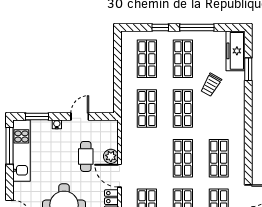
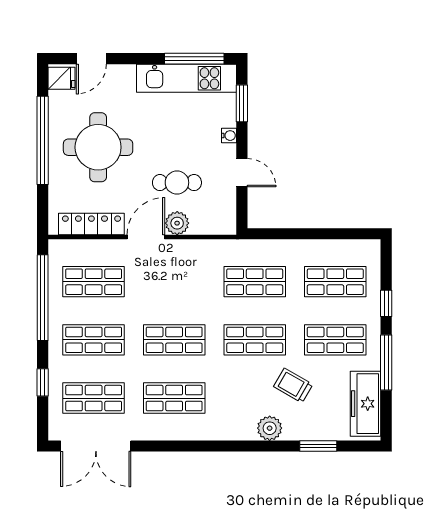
freezer: (236, 51) -> (366, 404), moved, turned -90
plant: (237, 99) -> (270, 428), added

